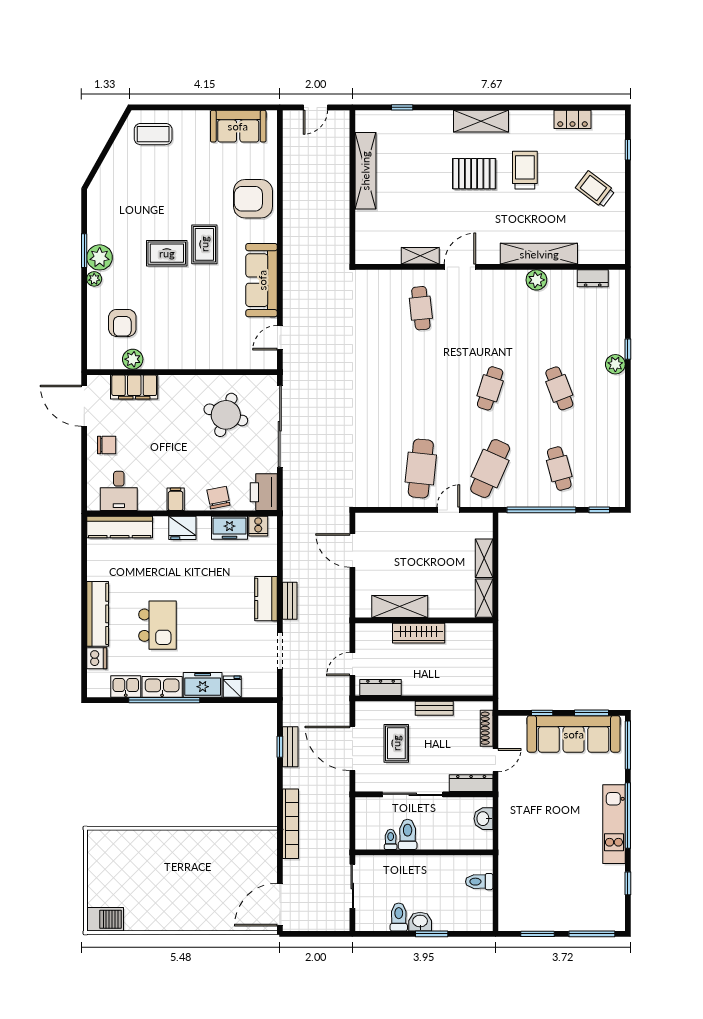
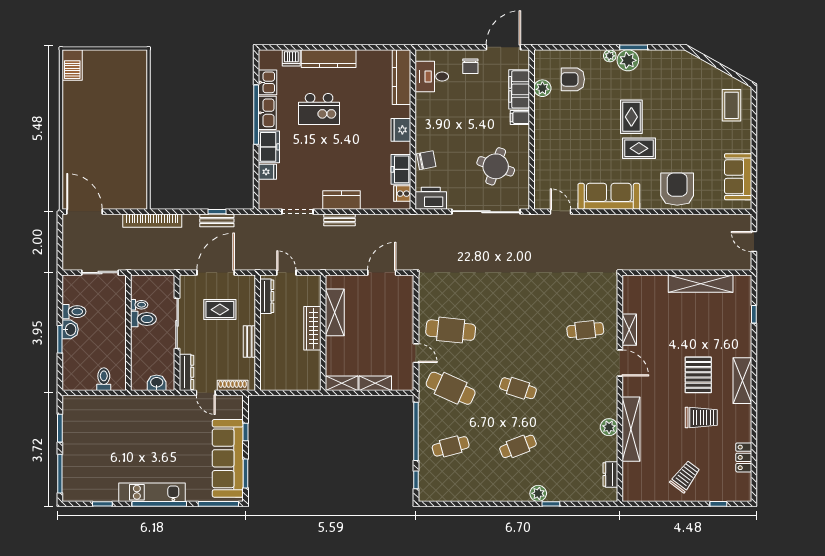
filing cabinet: (176, 499) -> (520, 118), moved, turned 180

